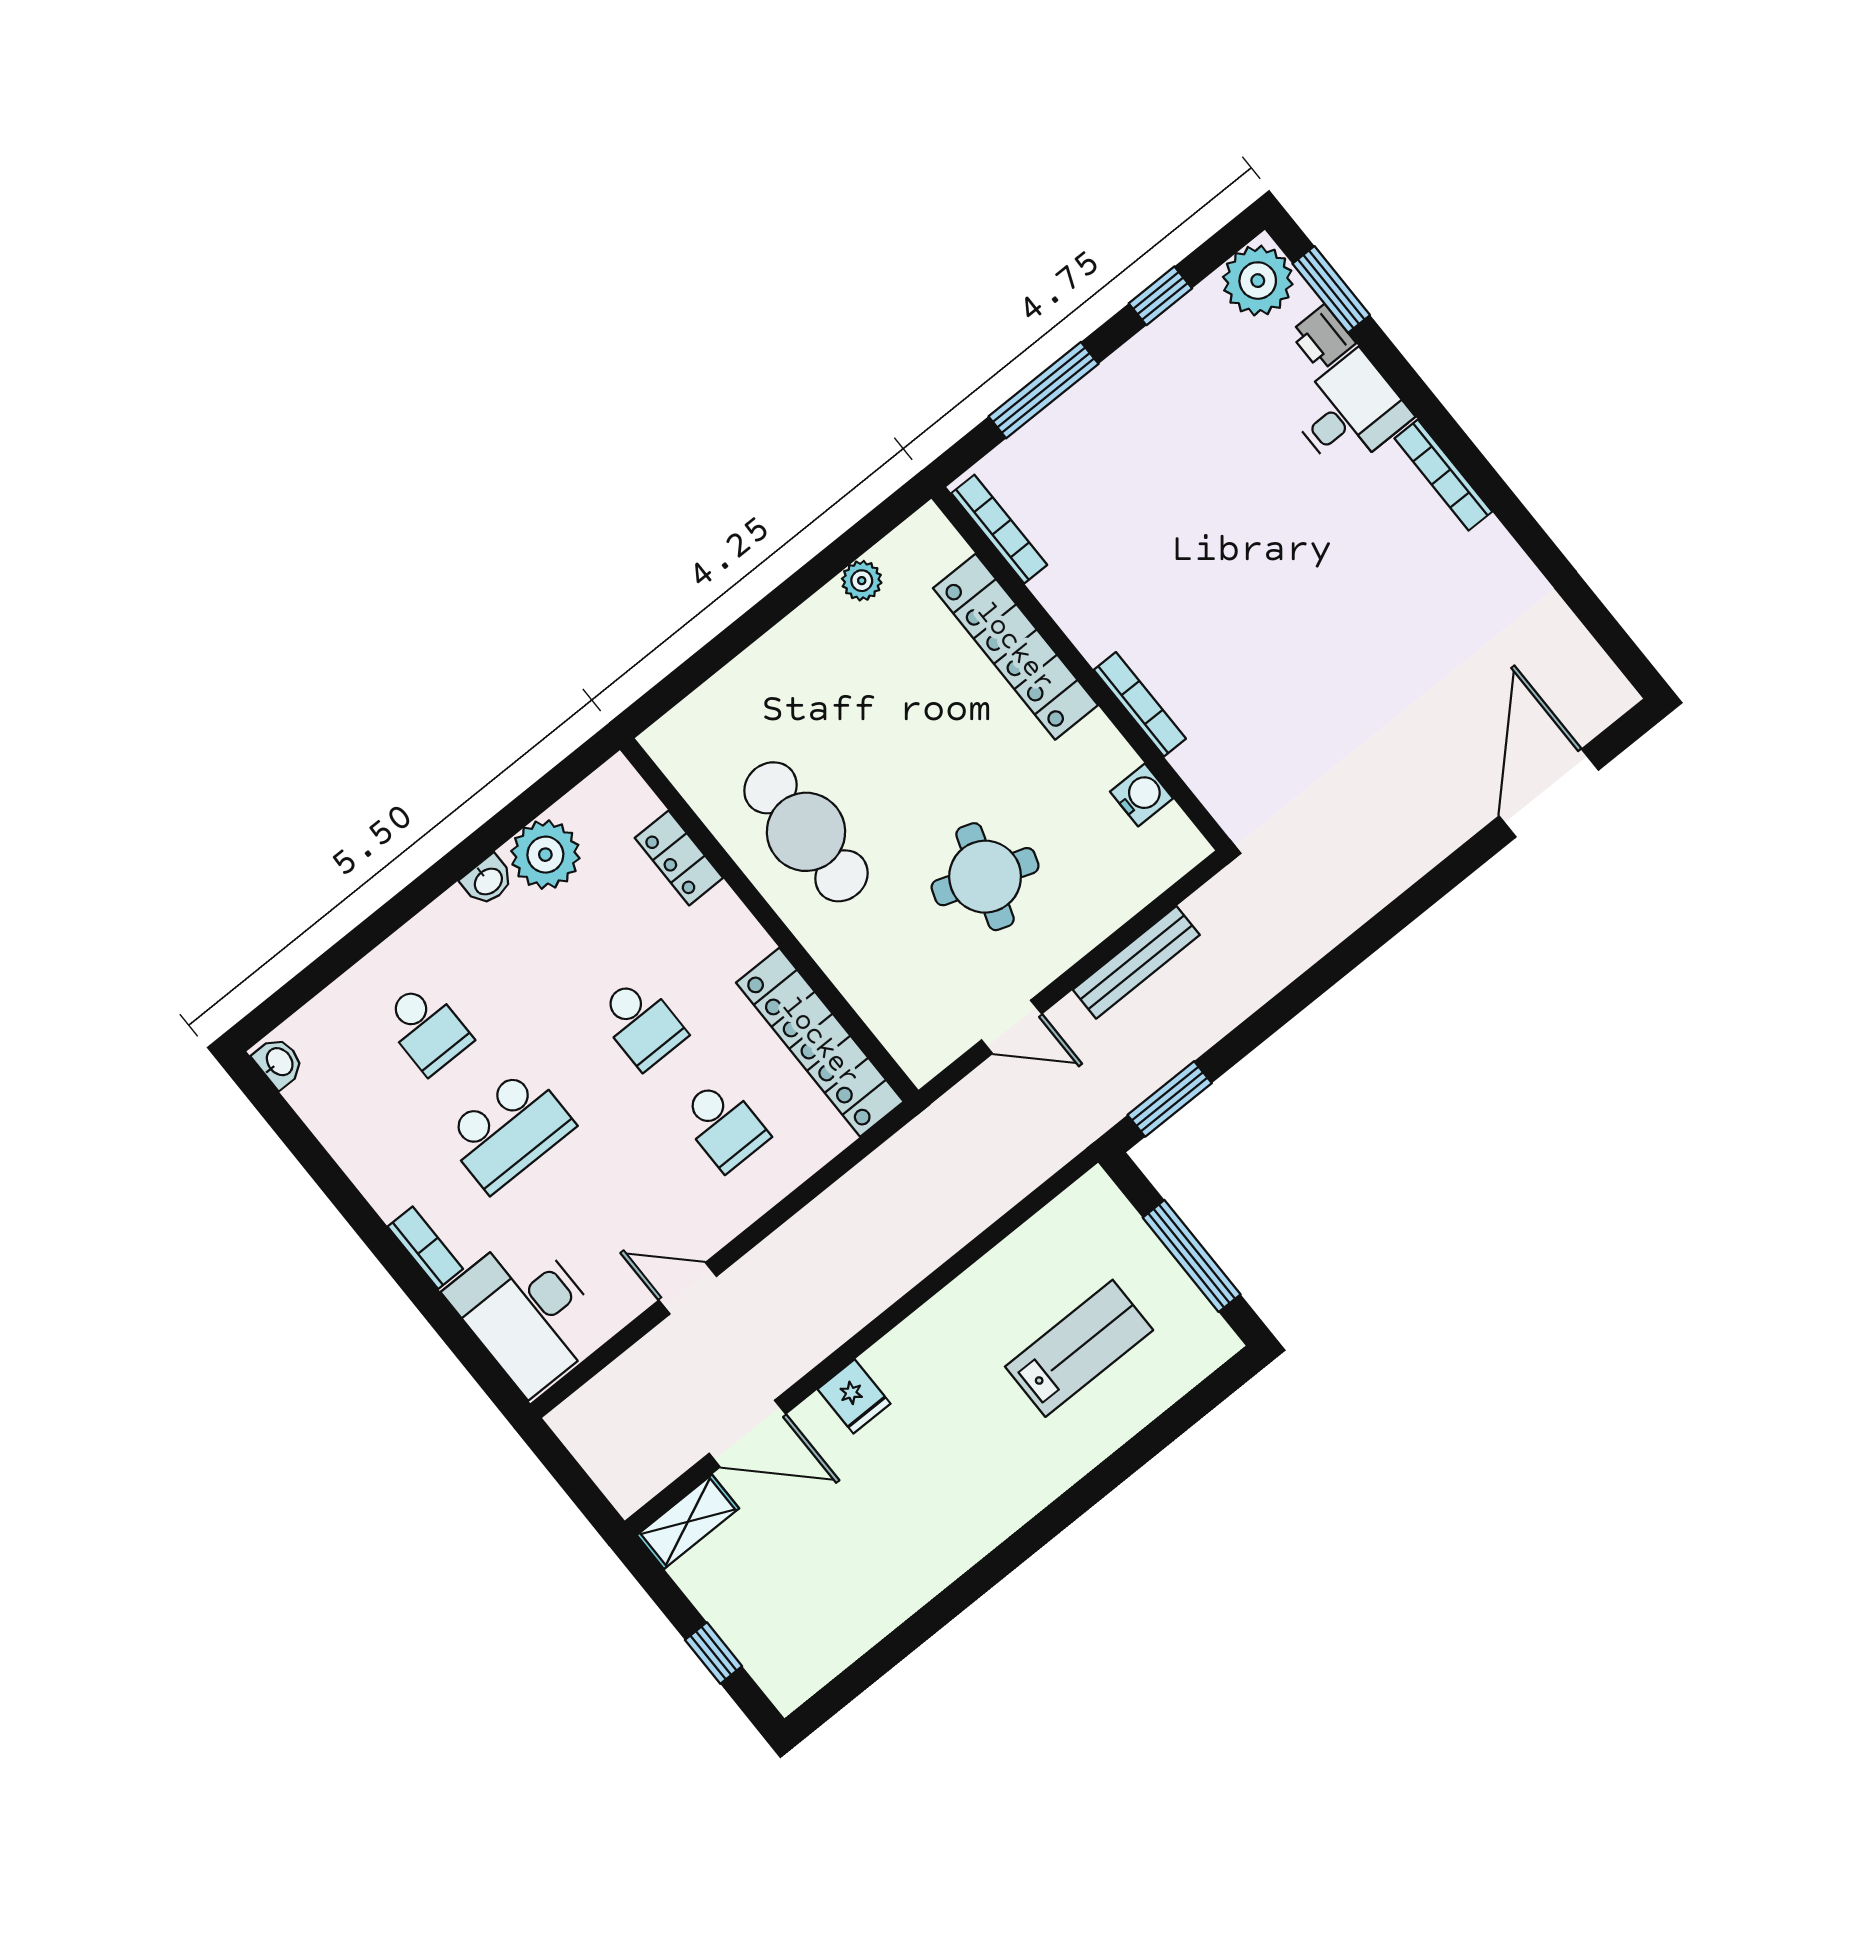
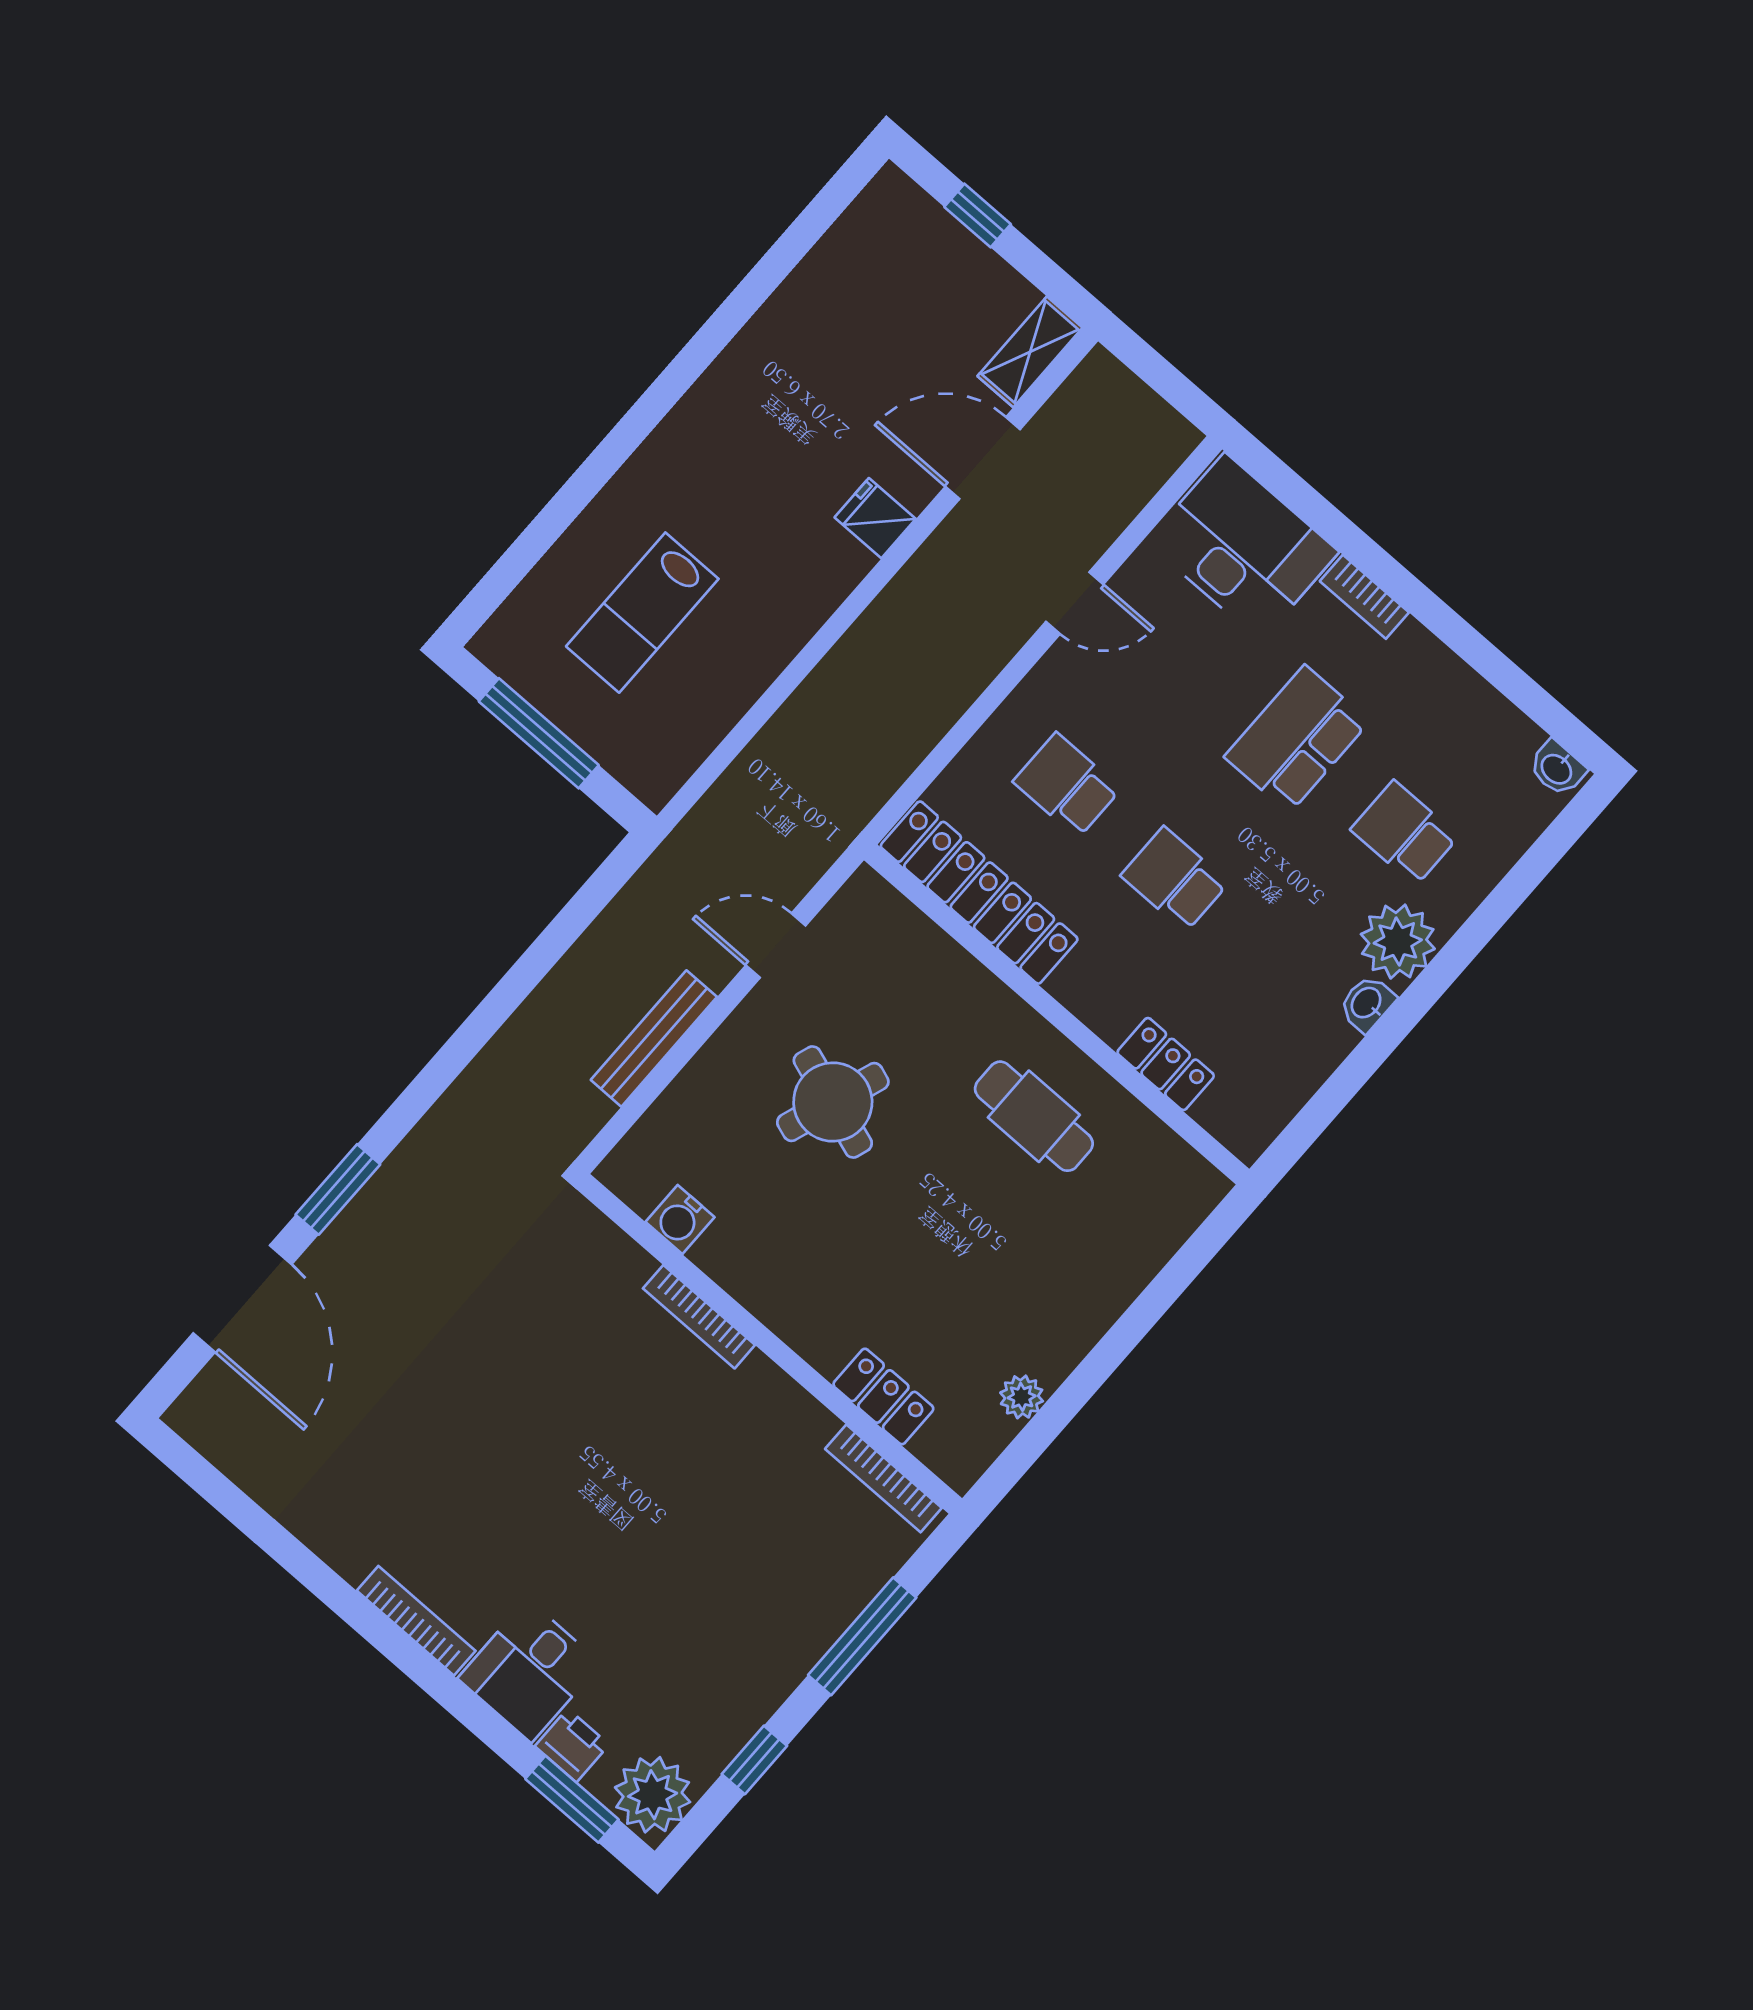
locker: (1015, 647) -> (883, 1396), width x0.46, depth x0.83
cafe table: (806, 832) -> (1034, 1116), width x0.73, depth x0.74
plant: (545, 855) -> (1398, 942), moved
window: (1170, 1099) -> (338, 1189), moved

